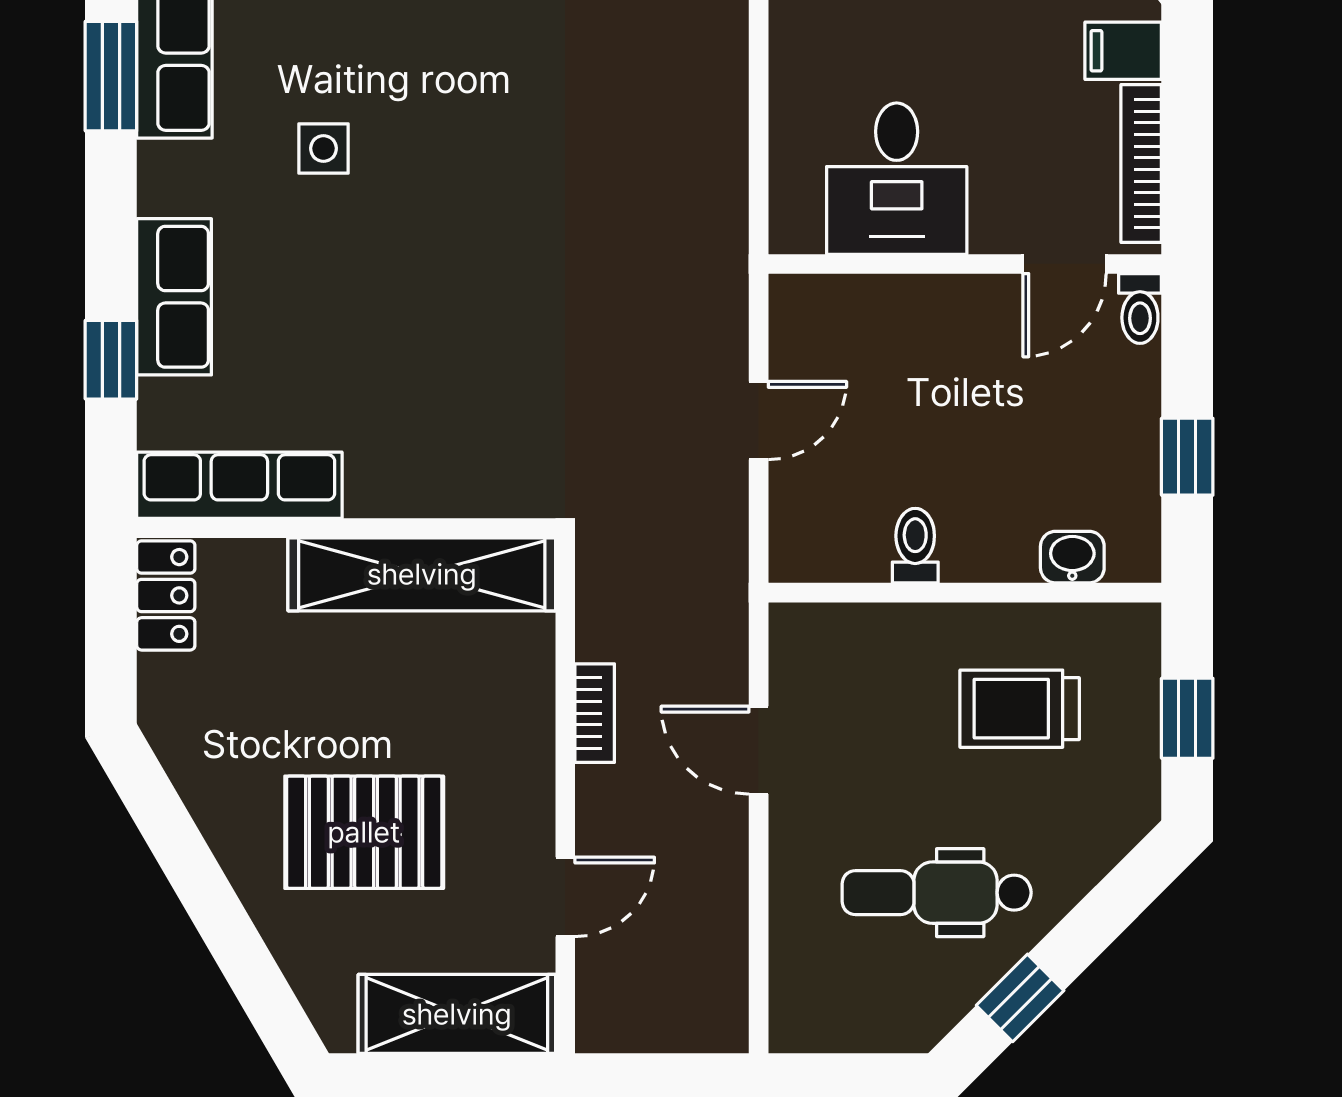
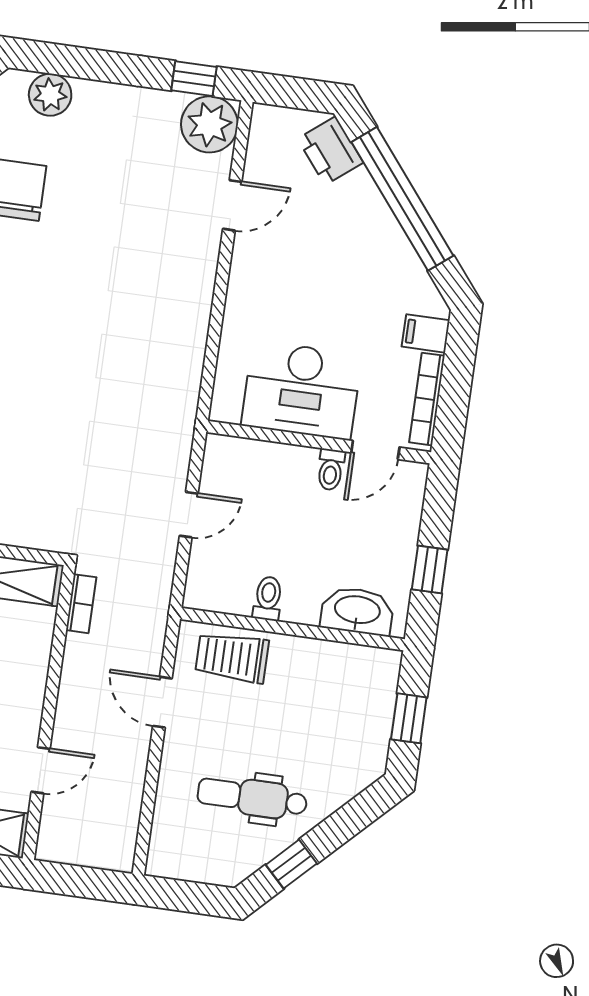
desk: (897, 179) -> (302, 390), width x1.37
toilet: (1140, 308) -> (331, 470), moved
washbasin: (1072, 557) -> (357, 611), width x1.91, depth x1.45
trolley: (1020, 709) -> (232, 657), moved
bookcase: (595, 713) -> (81, 604), moved

